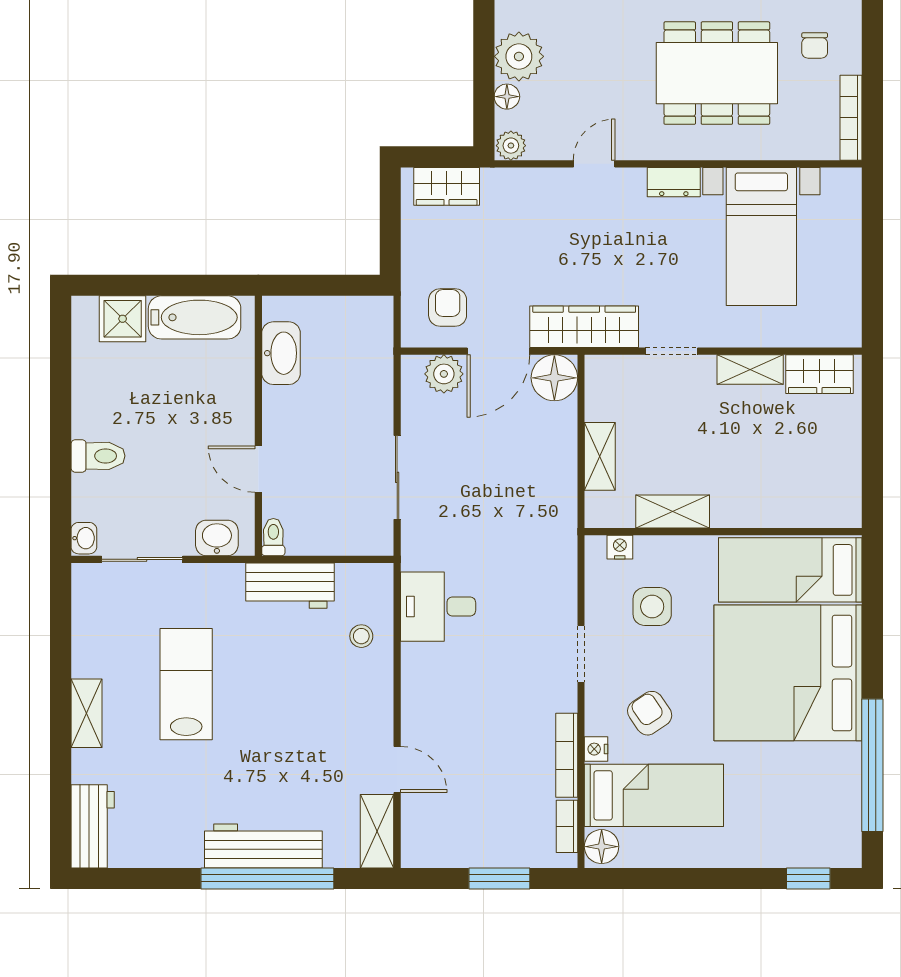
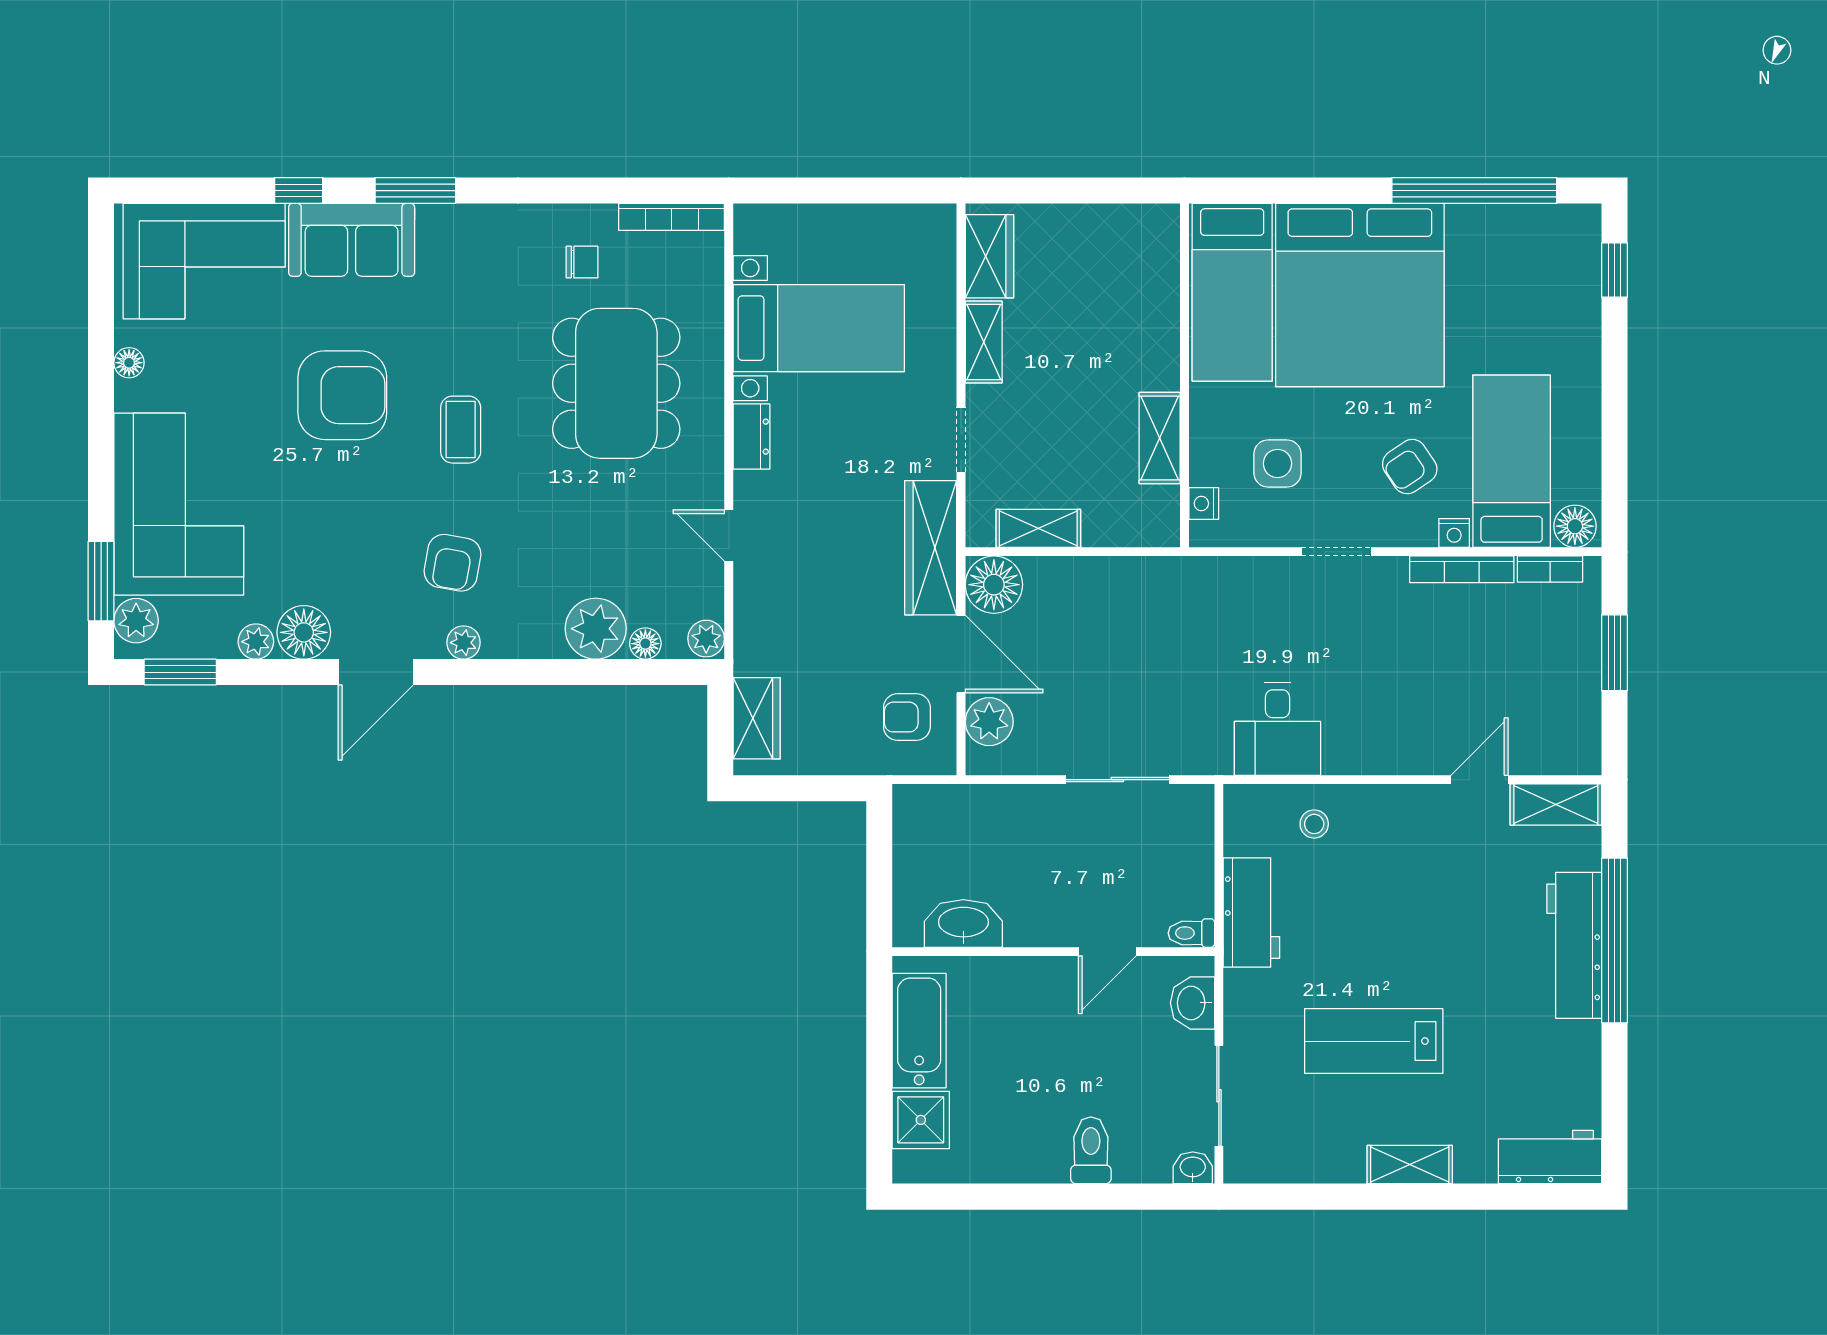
shelving: (600, 456) -> (1038, 528), moved

